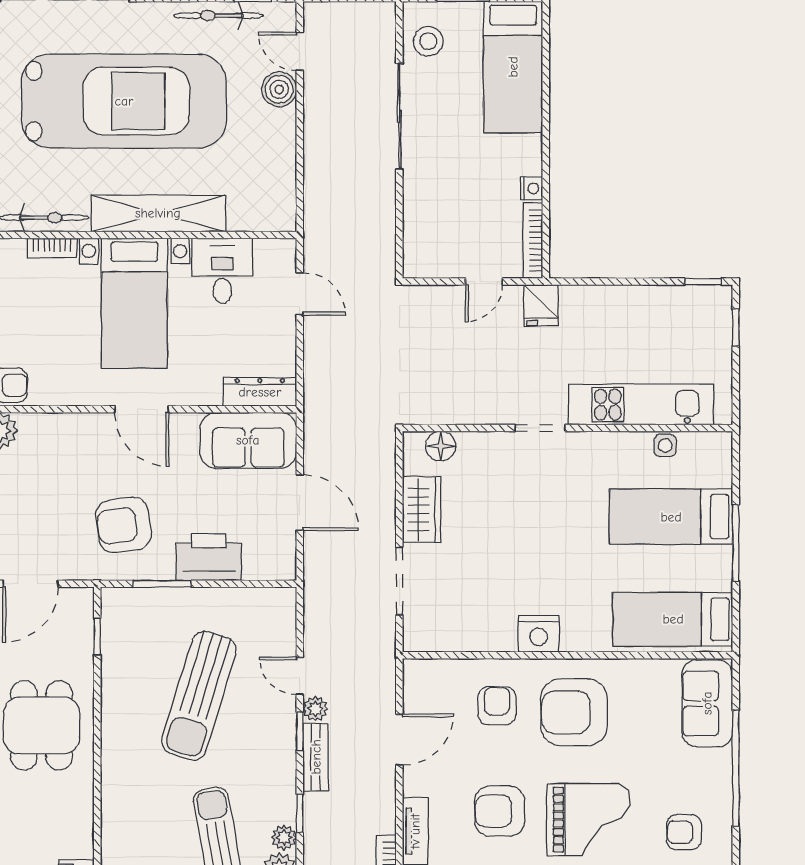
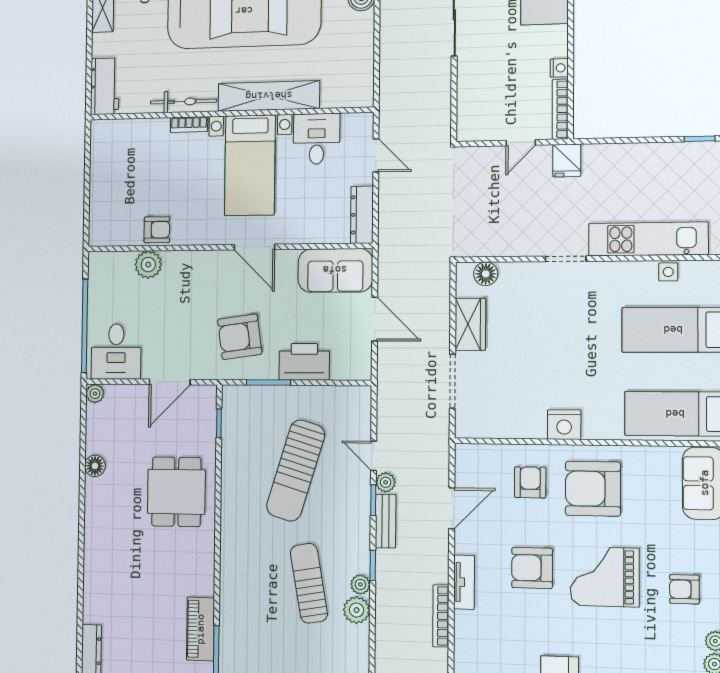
dresser: (260, 392) -> (362, 215), moved, turned -90
grand piano: (588, 820) -> (605, 577), turned 180

